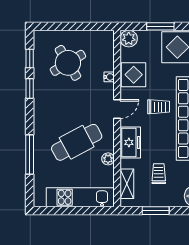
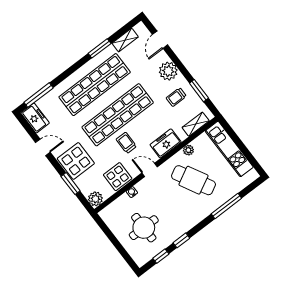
round table: (68, 63) -> (144, 228), turned 31
trolley: (159, 174) -> (176, 97), moved

